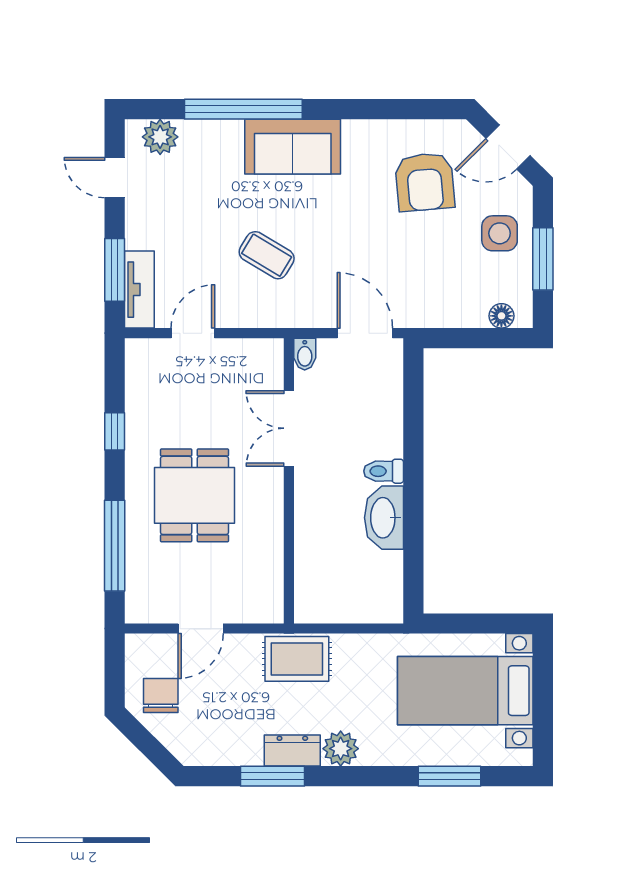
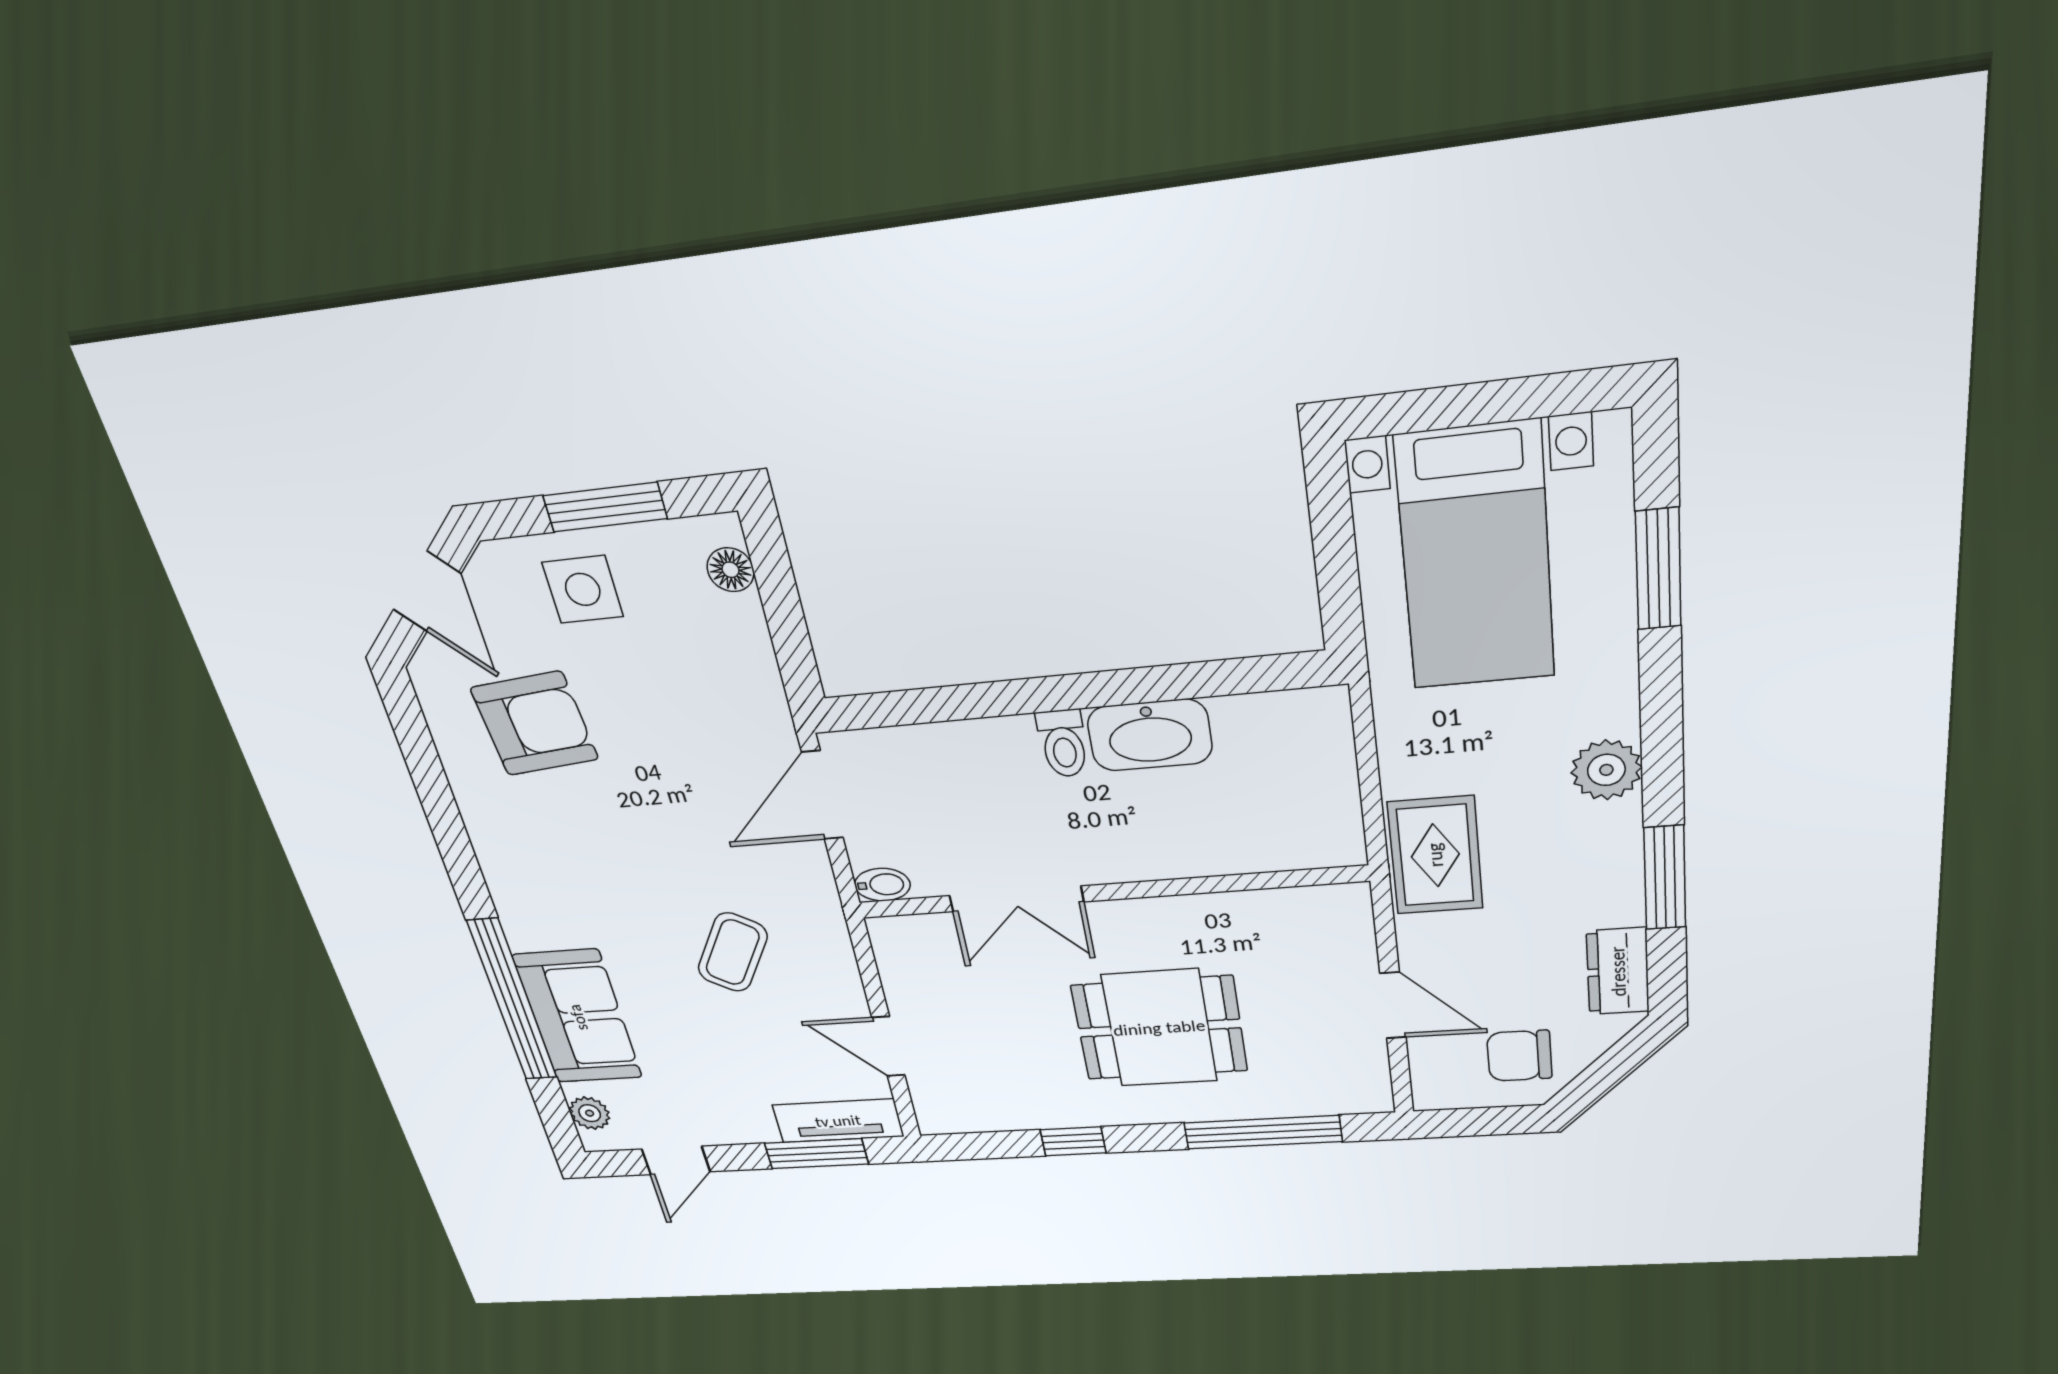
plant: (160, 137) -> (590, 1113), width x0.73, depth x0.73
sofa: (293, 147) -> (578, 1017), moved
dresser: (292, 751) -> (1618, 971), moved

